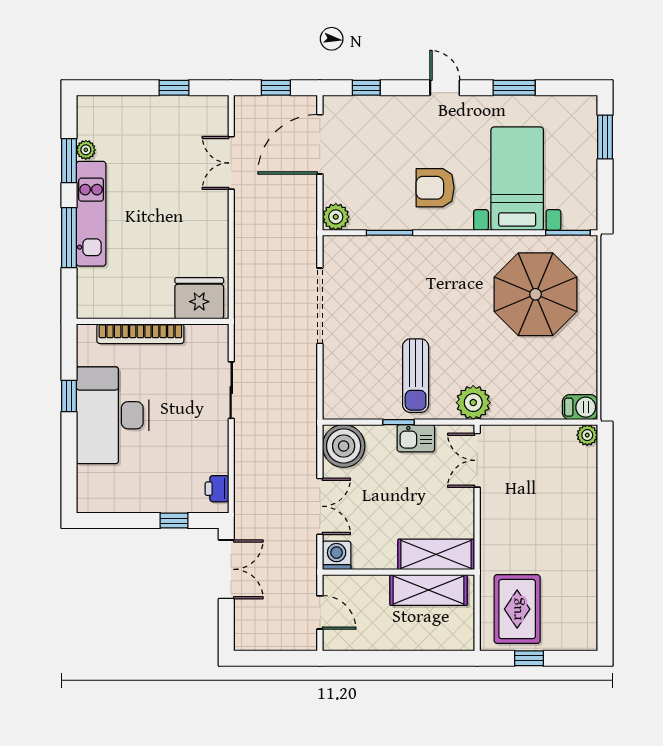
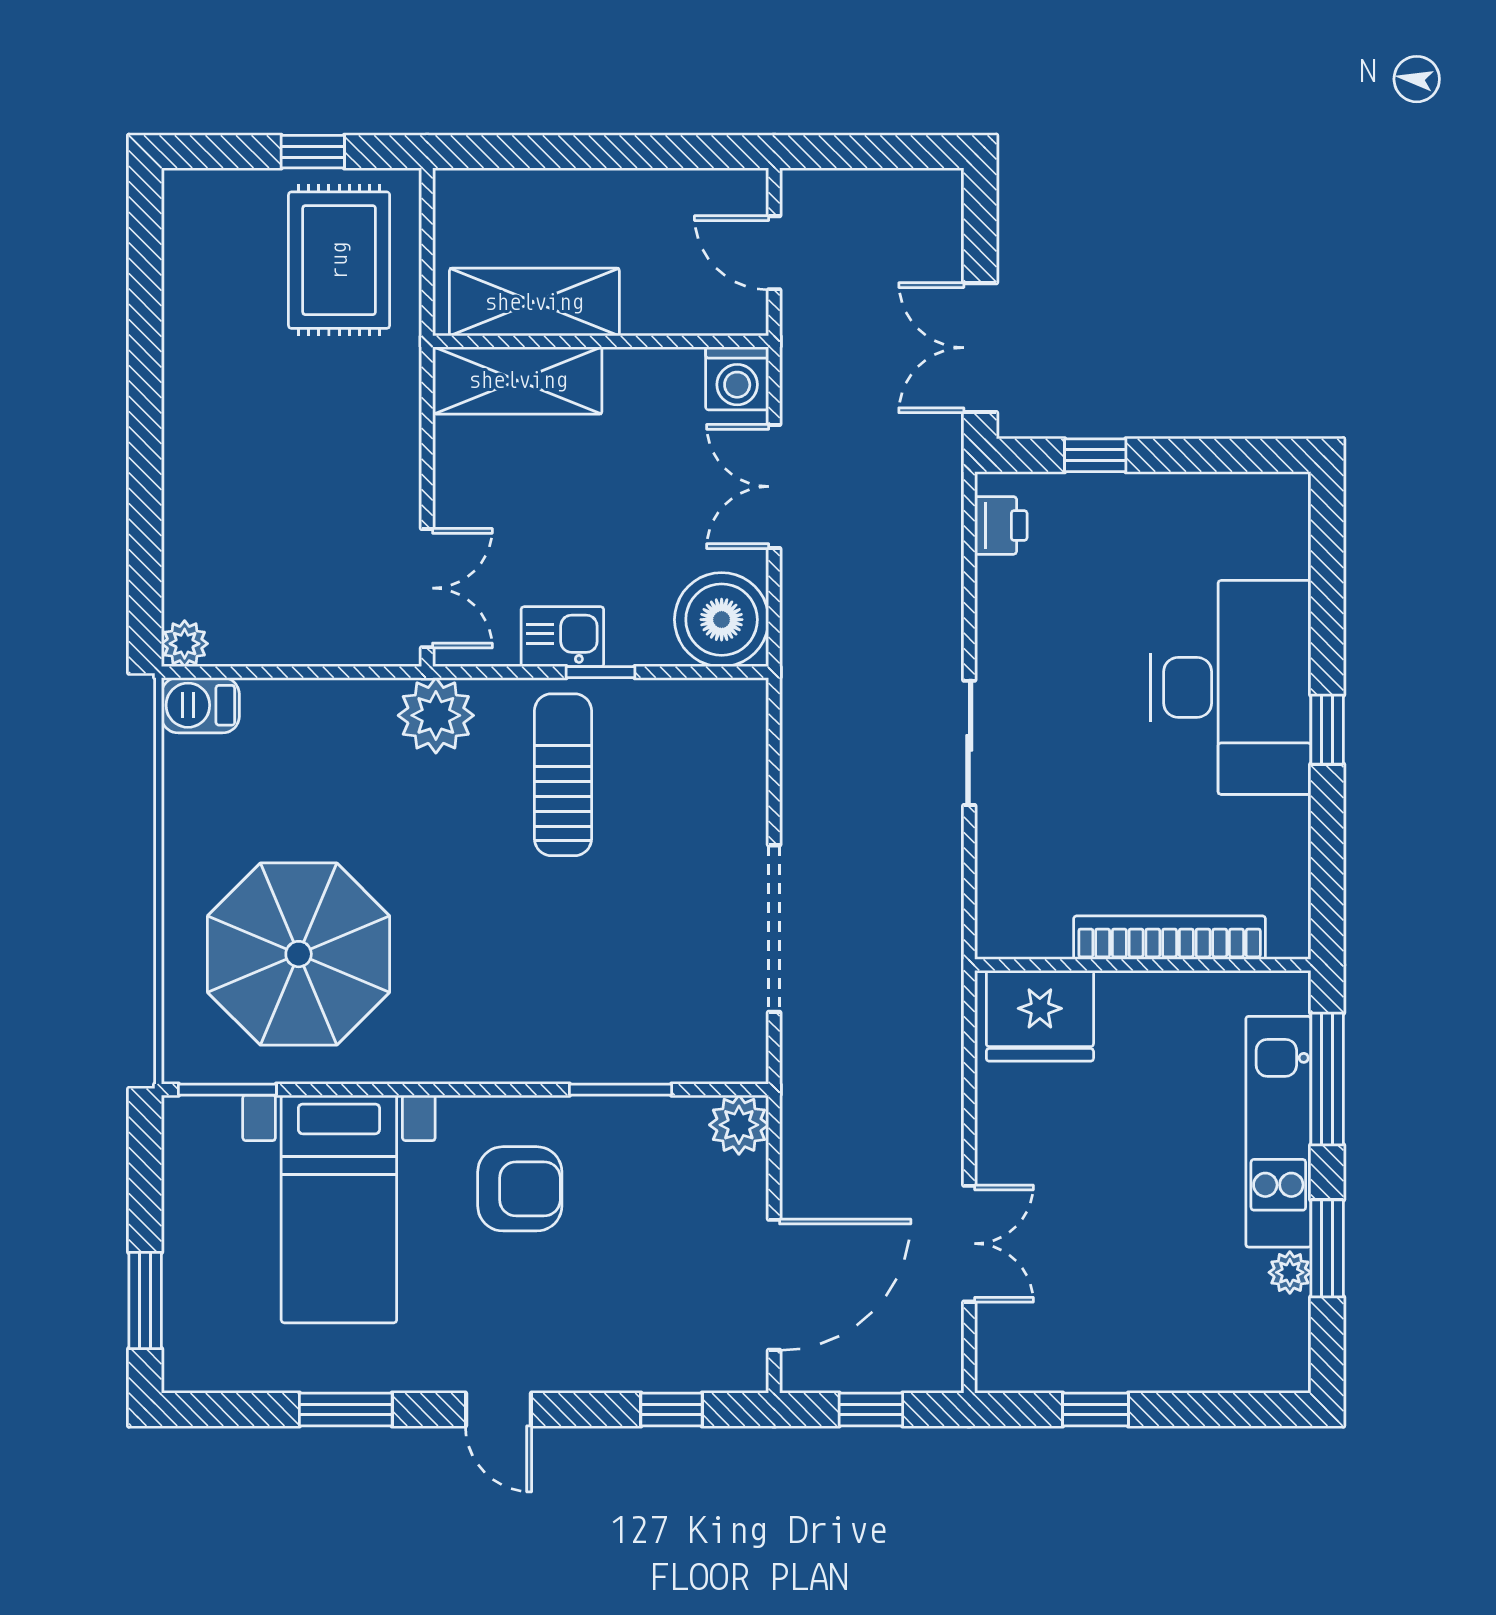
fridge: (199, 298) -> (1040, 1016), moved
wall: (153, 321) -> (1143, 965), moved
bookcase: (140, 334) -> (1170, 938), moved

